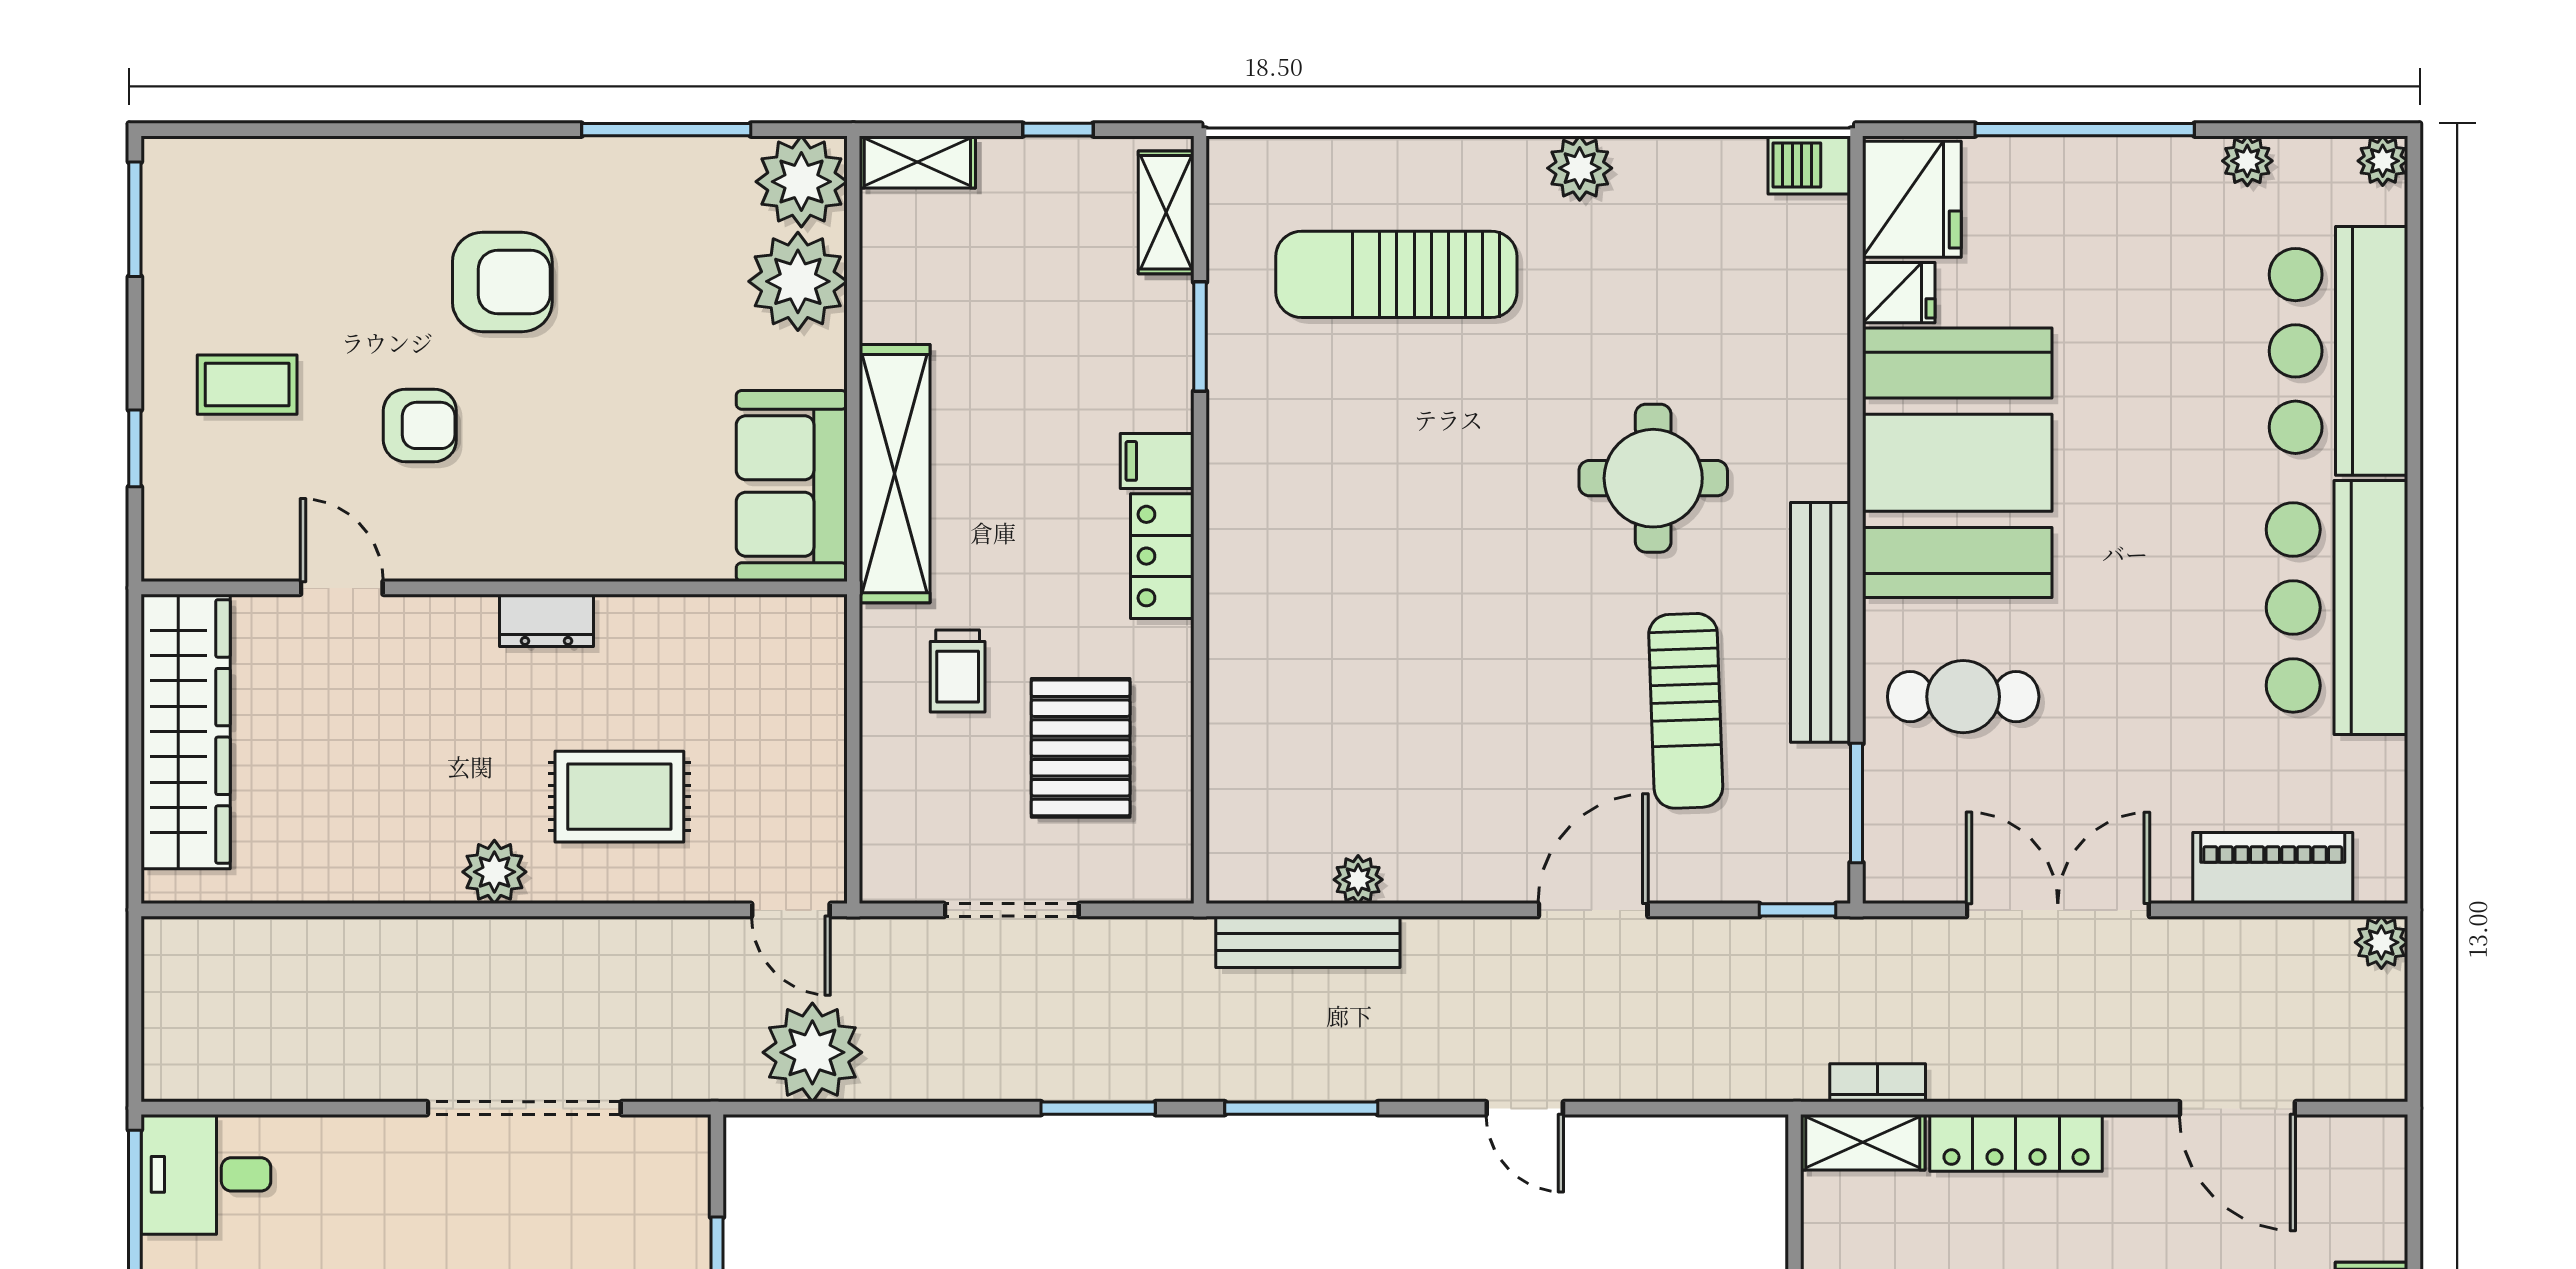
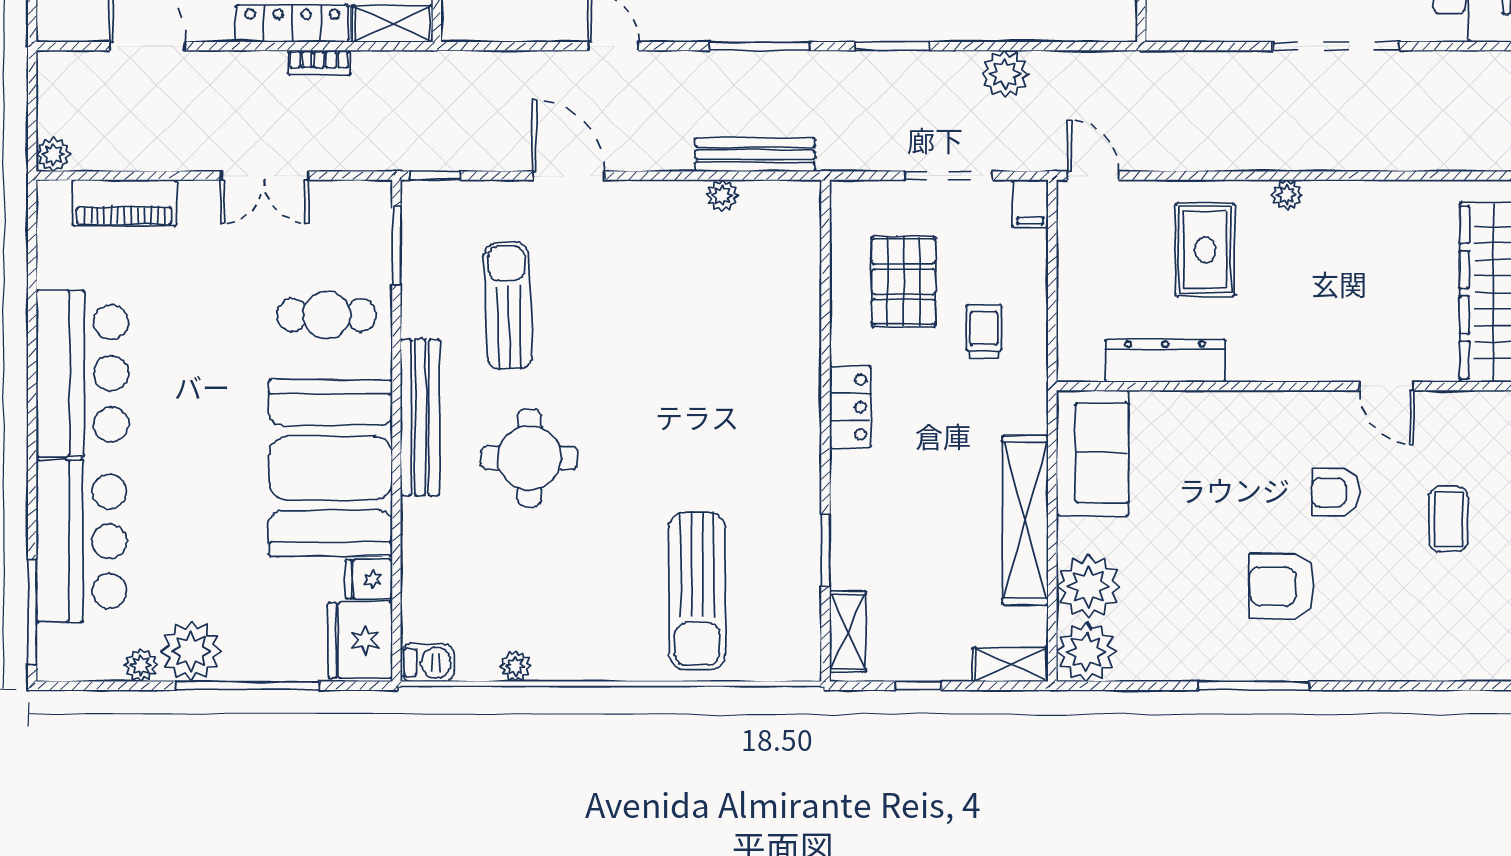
window: (666, 130) -> (1254, 686), moved
plant: (2383, 161) -> (191, 651), moved, width x1.87, depth x1.87
plant: (1580, 168) -> (515, 666), moved, width x0.73, depth x0.73
window: (2414, 242) -> (32, 612), added
sun lounger: (1396, 274) -> (697, 591), turned 90
coffee table: (247, 385) -> (1448, 519), turned 90
filing cabinet: (1157, 461) -> (1030, 204), moved, turned 90
shelving: (895, 474) -> (1025, 520), moved
dresser: (547, 620) -> (1165, 361), moved, width x1.96, depth x1.24
bench: (1820, 622) -> (420, 417), moved
rug: (619, 797) -> (1205, 250), turned 90
plant: (494, 872) -> (1287, 195), width x0.73, depth x0.73
door: (1593, 910) -> (569, 176), swing flipped
double door: (2058, 910) -> (265, 176), width x0.73
plant: (812, 1052) -> (1005, 74), moved, width x0.73, depth x0.73
bookcase: (1878, 1083) -> (319, 63), moved
doorway: (524, 1108) -> (1336, 46), moved

